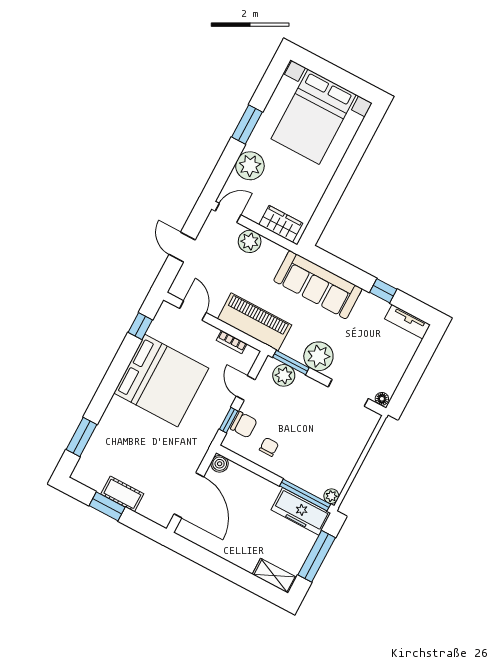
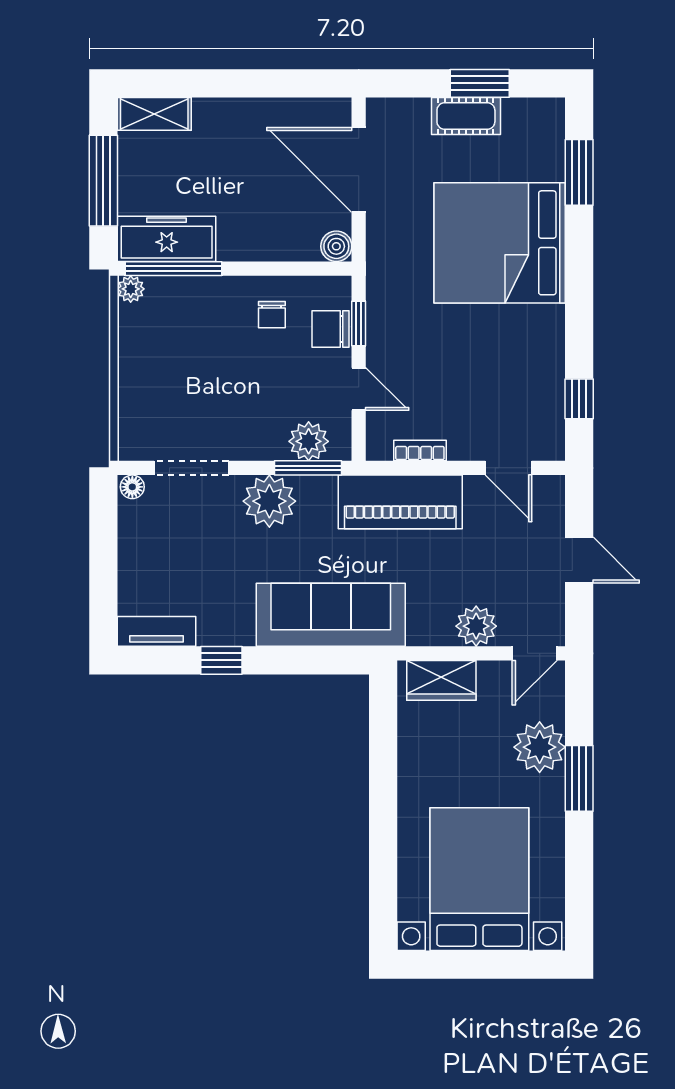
window: (247, 125) -> (579, 778), moved
bed: (161, 381) -> (500, 243), moved

